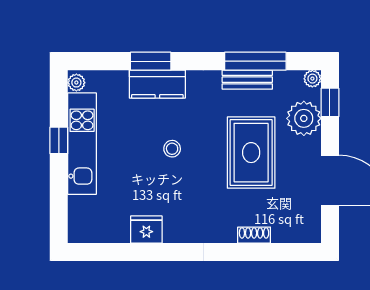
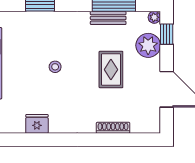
kitchen counter: (157, 84) -> (45, 21), removed
rug: (251, 153) -> (111, 70), width x0.73, depth x0.70
shoe rack: (254, 235) -> (113, 128), width x1.43

